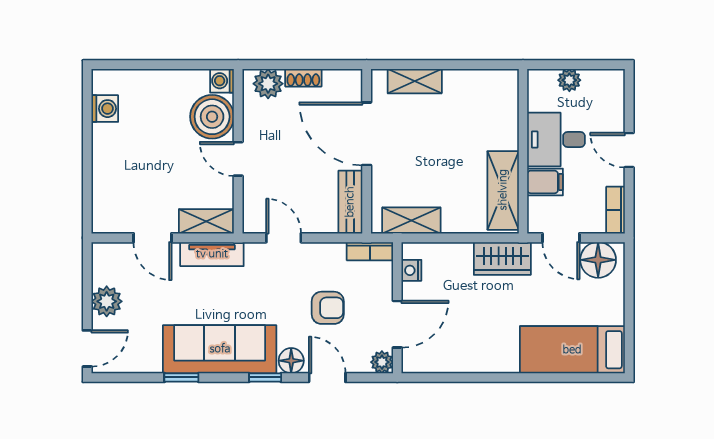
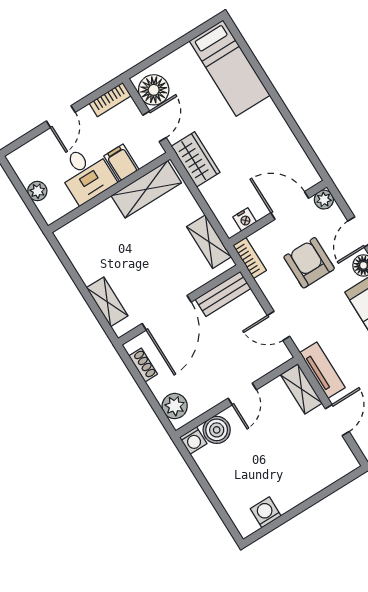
shoe rack: (303, 78) -> (143, 365), moved
boiler: (212, 117) -> (217, 430), width x0.73, depth x0.73
door: (284, 238) -> (279, 326), hinge flipped
armchair: (328, 308) -> (309, 263), width x1.38, depth x1.38

